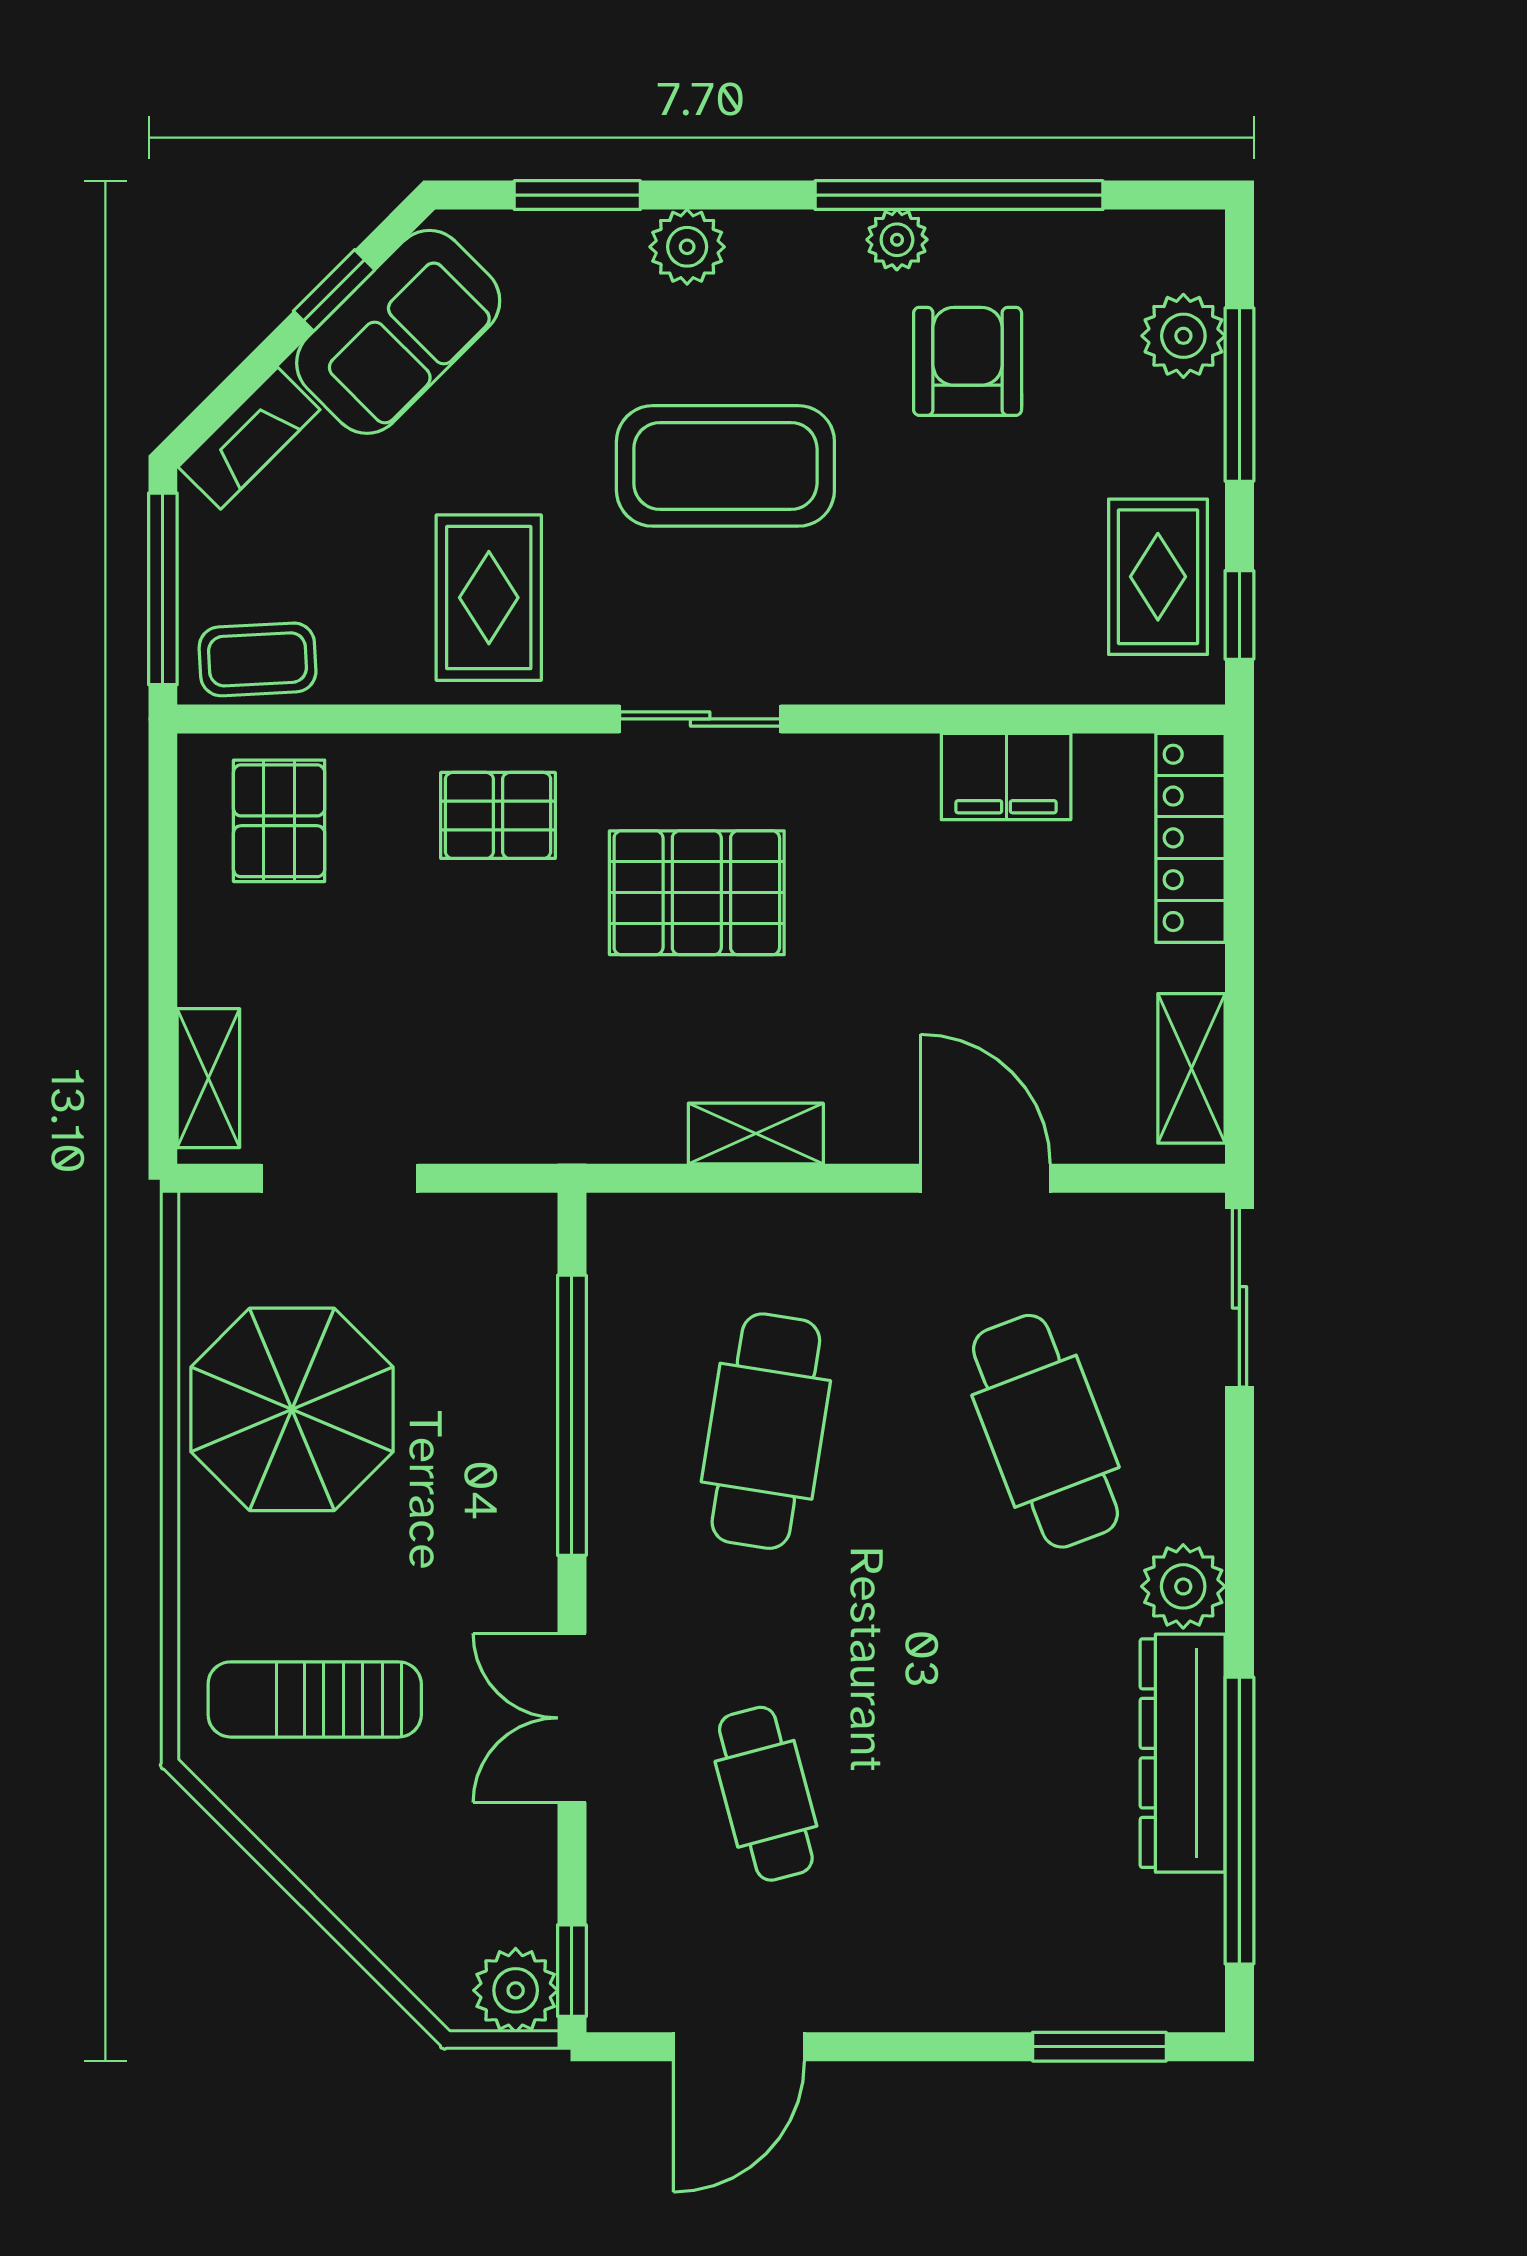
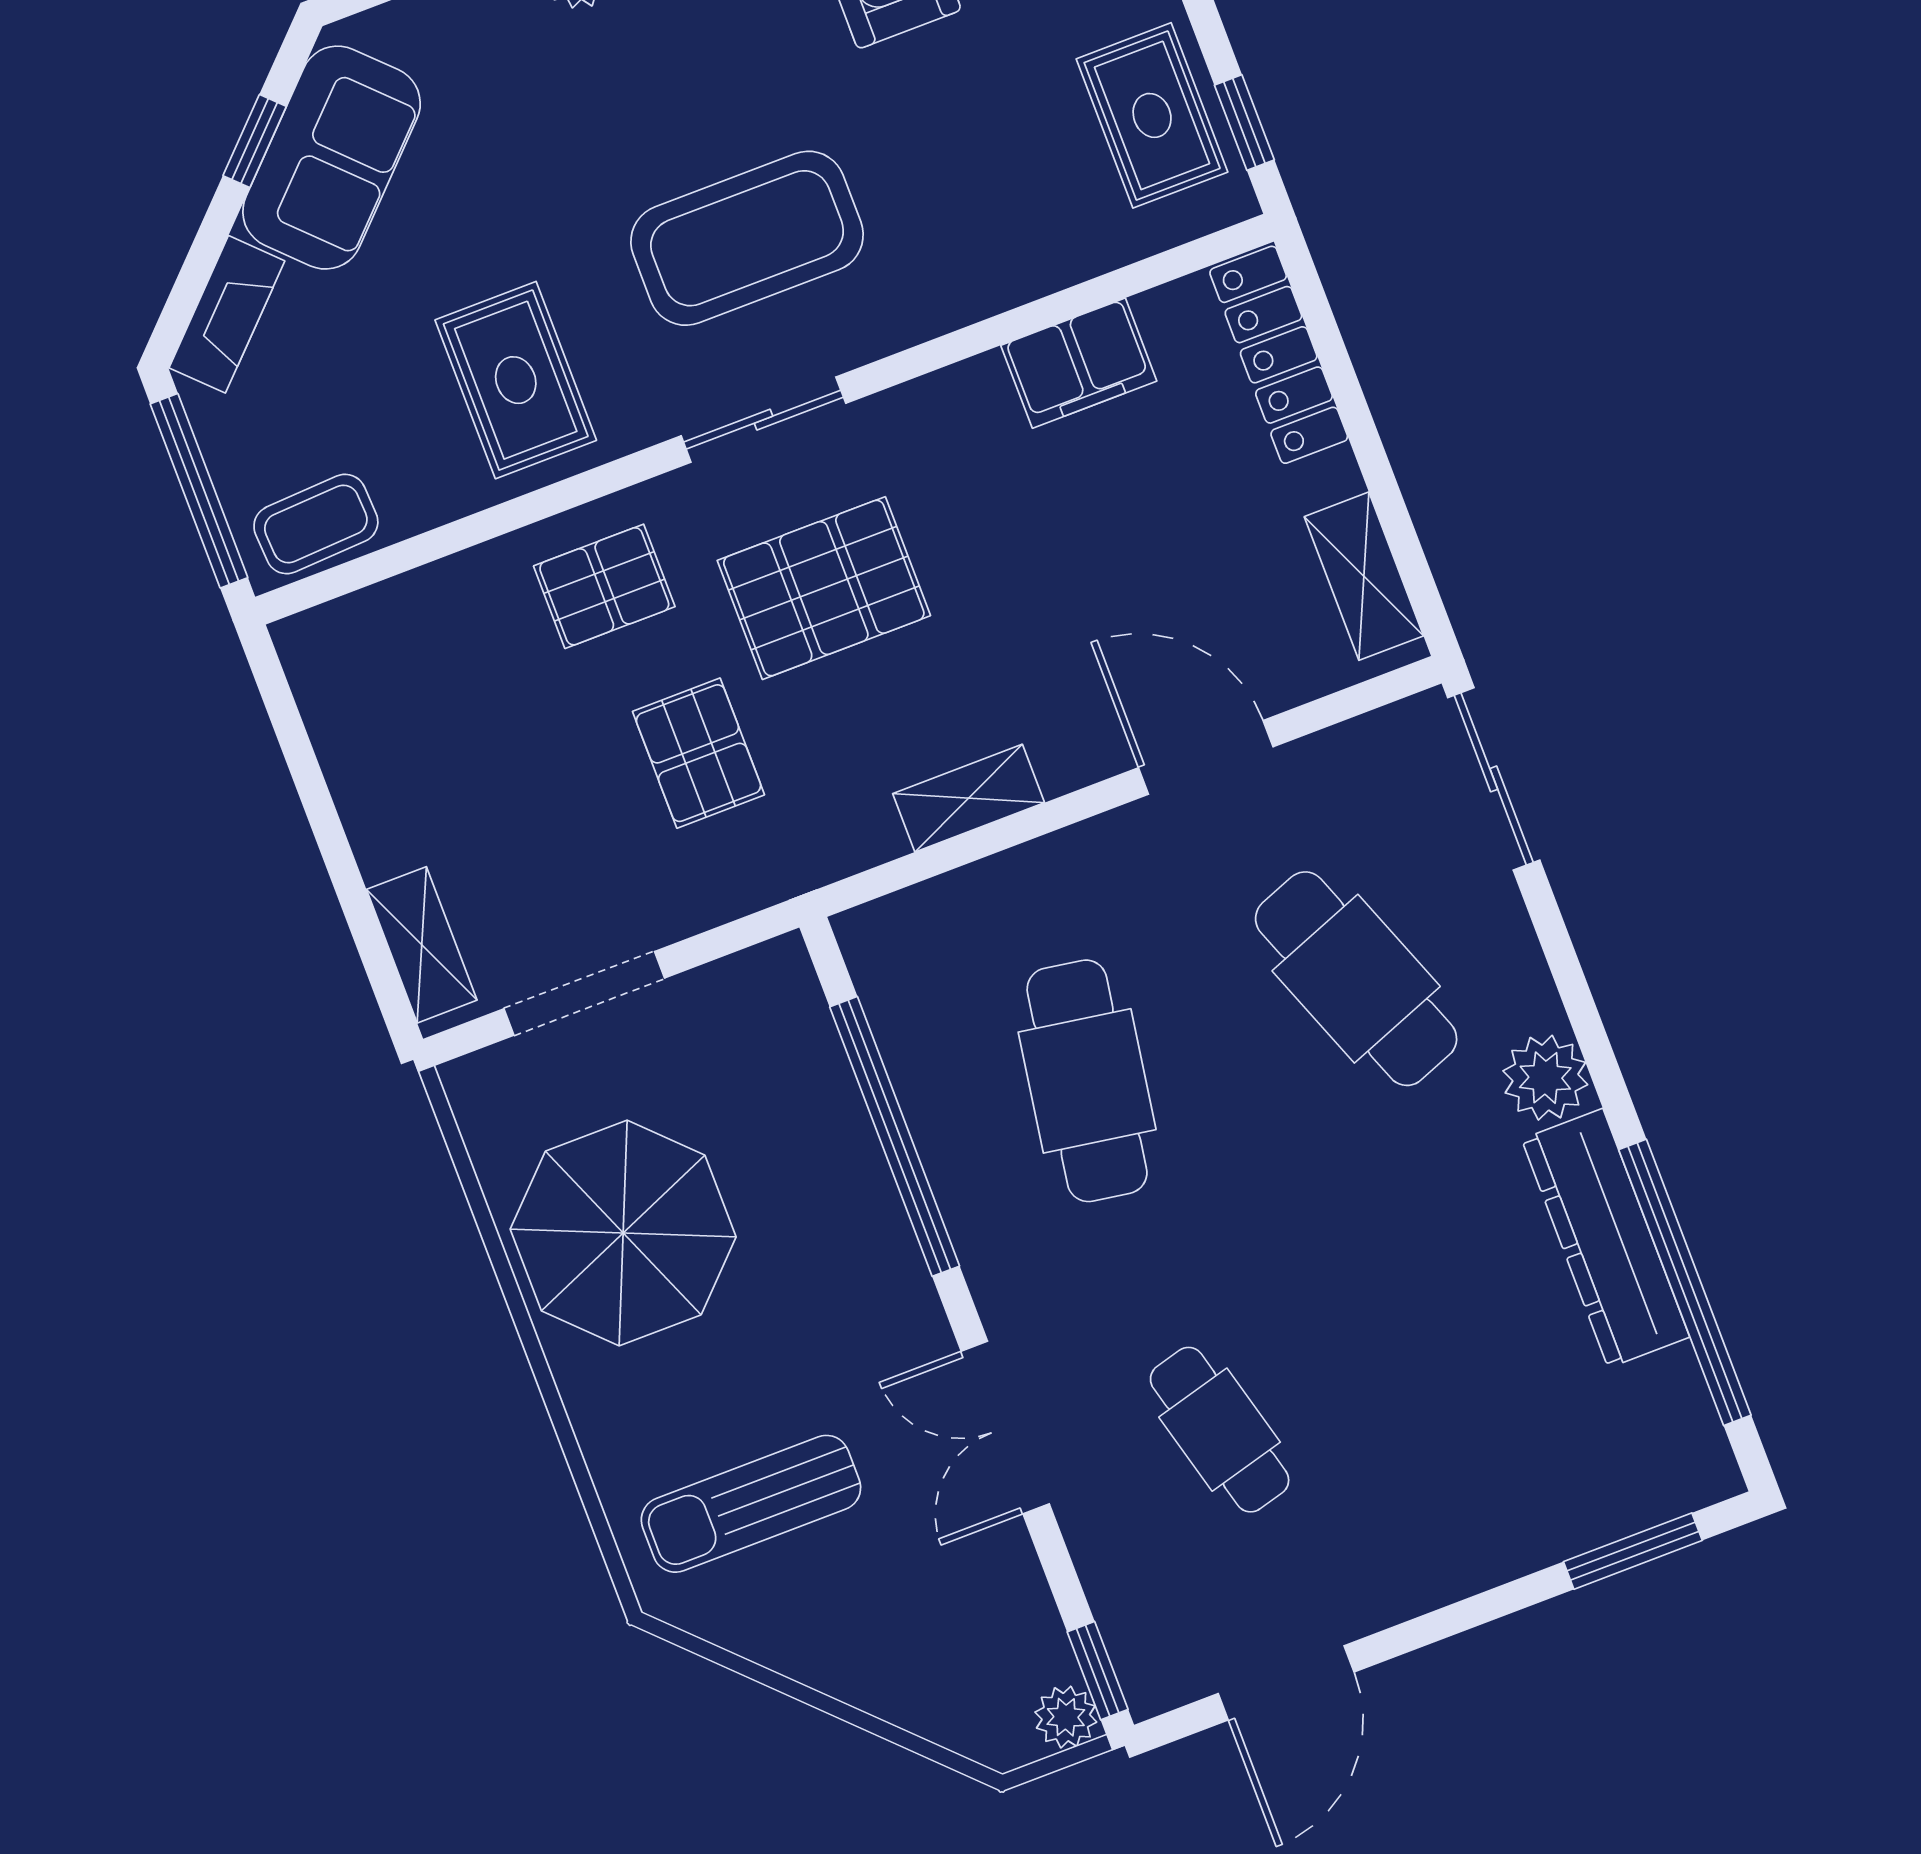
coffee table: (725, 466) -> (747, 238), moved
pallet: (279, 821) -> (699, 753), moved
plant: (516, 1990) -> (1066, 1717), width x0.73, depth x0.73

